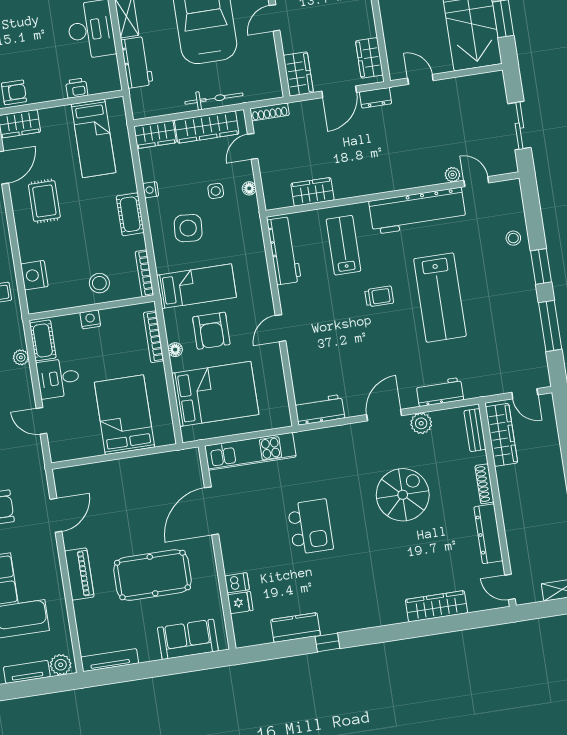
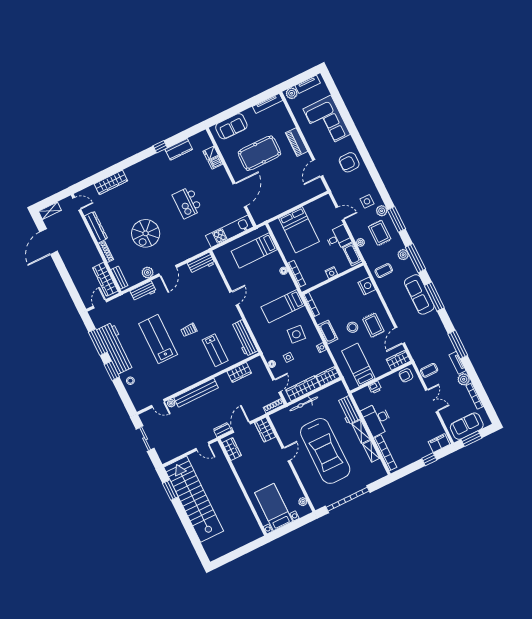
bench: (402, 179) -> (196, 393), added
workbench: (417, 211) -> (115, 348), moved, turned 90
stool: (99, 283) -> (352, 327), moved
armchair: (211, 331) -> (268, 286), removed
bed: (215, 394) -> (254, 250), width x0.67
door: (525, 394) -> (100, 304), hinge flipped

